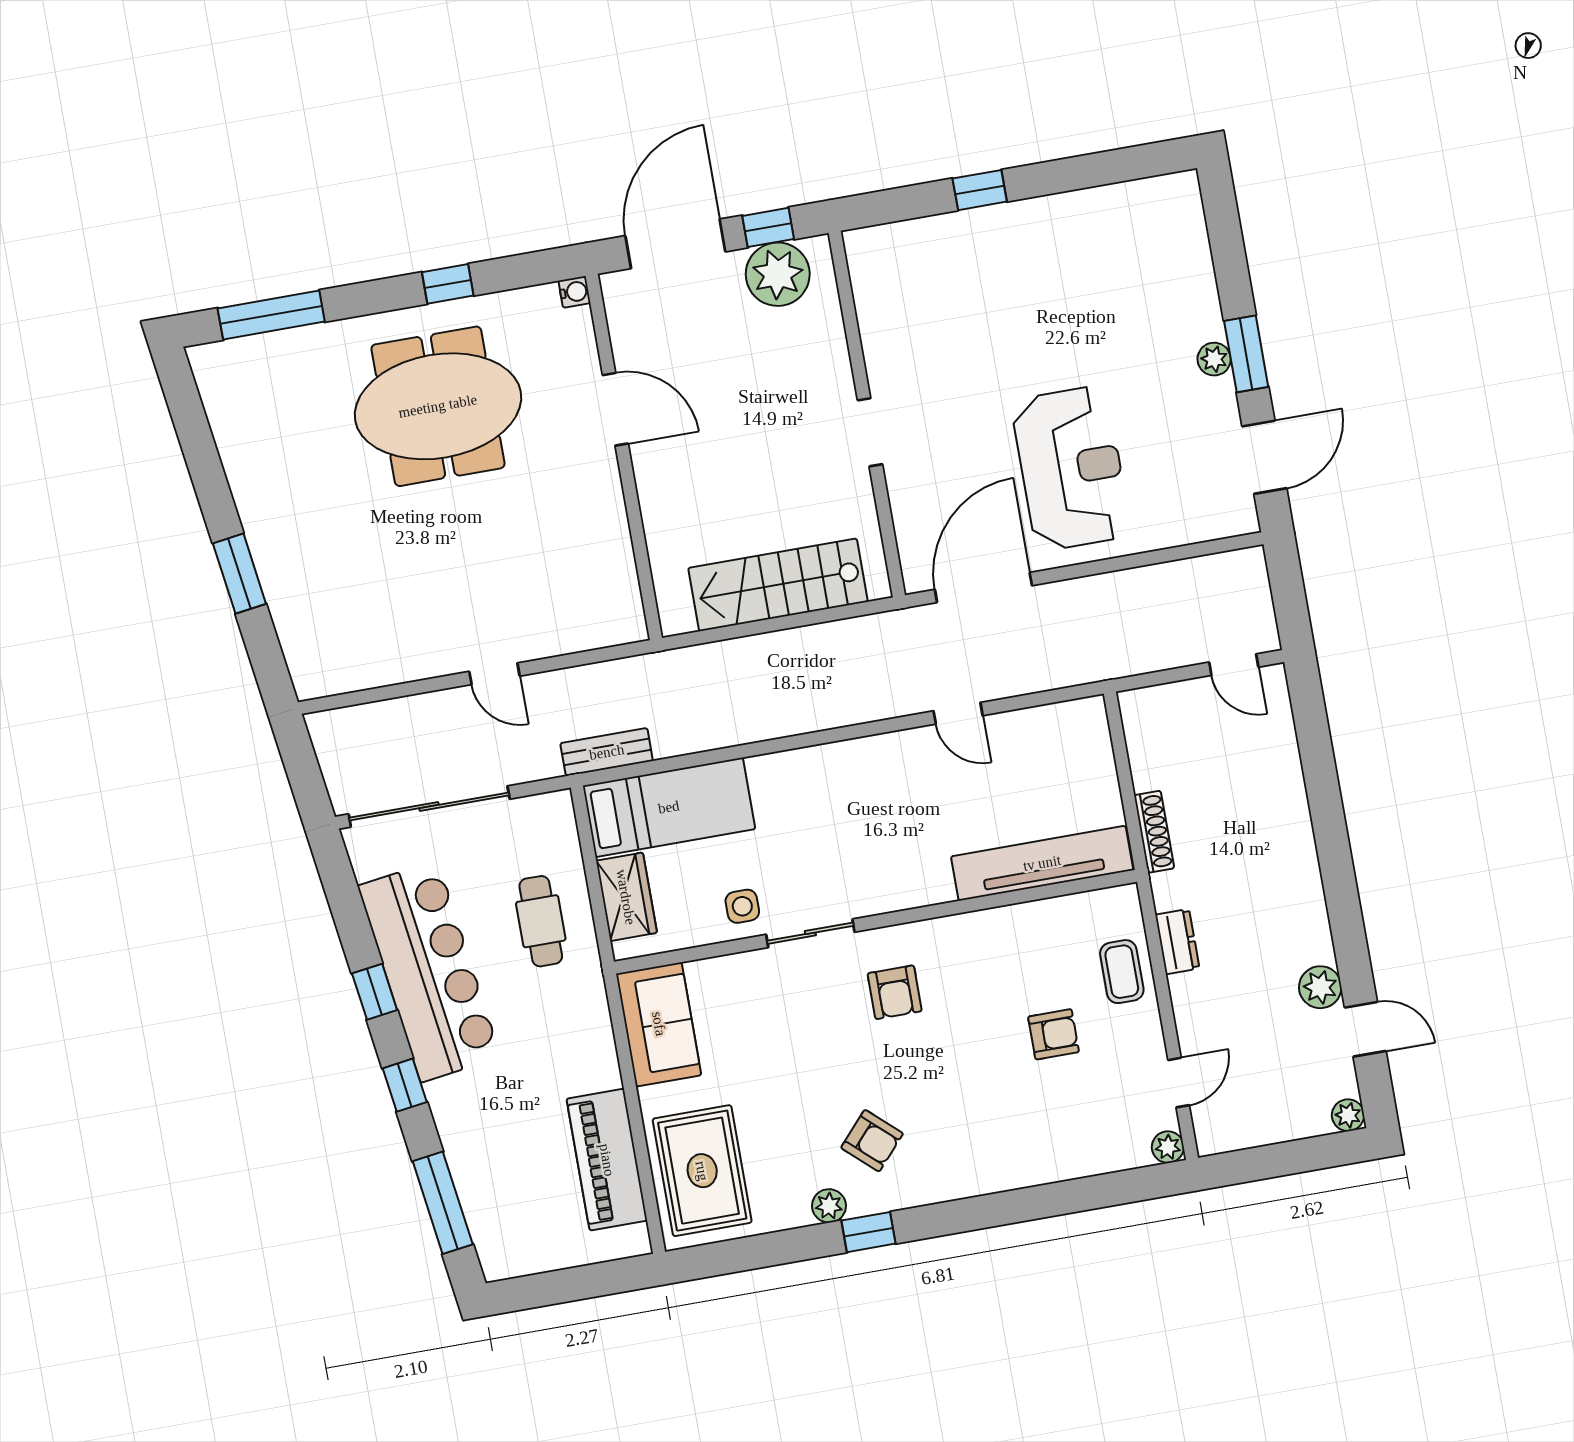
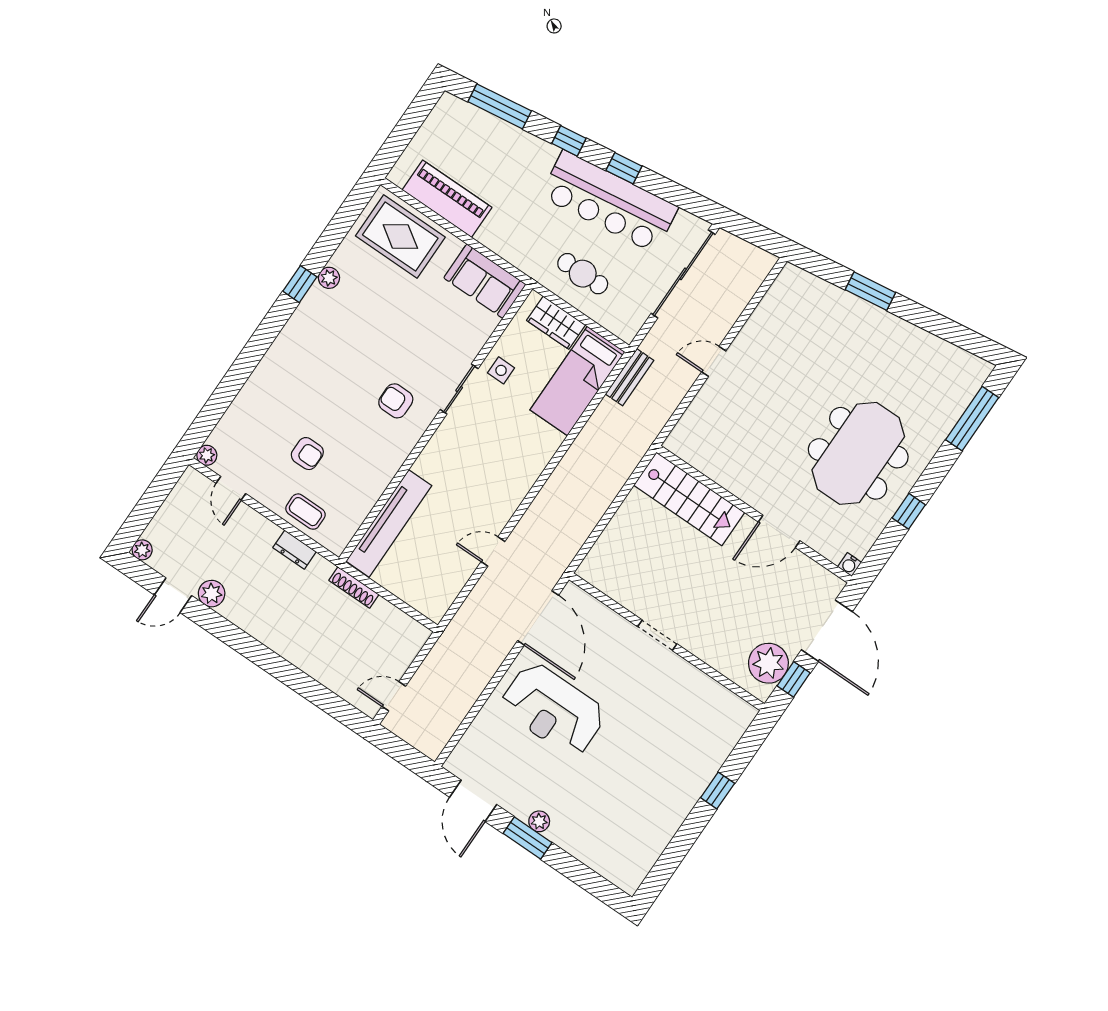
stairs: (778, 585) -> (689, 499), moved, turned 90
armchair: (1054, 1034) -> (307, 454), turned -90
armchair: (872, 1141) -> (339, 326), removed

